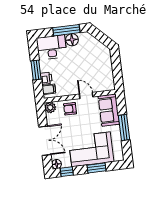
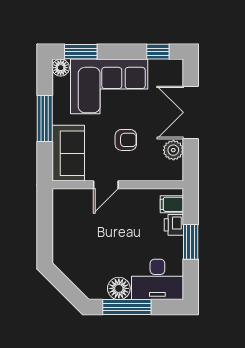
door: (86, 95) -> (106, 185), hinge flipped
plant: (50, 108) -> (173, 150), moved
armchair: (70, 109) -> (126, 140), moved
floor lamp: (57, 164) -> (61, 68), moved
window: (96, 168) -> (81, 52), moved

